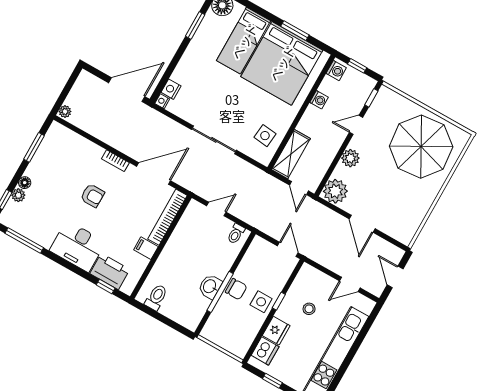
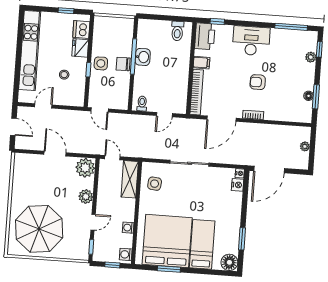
plant: (65, 112) -> (305, 146), moved
floor lamp: (25, 183) -> (309, 96), moved
printer: (110, 271) -> (205, 36), moved, turned -90

